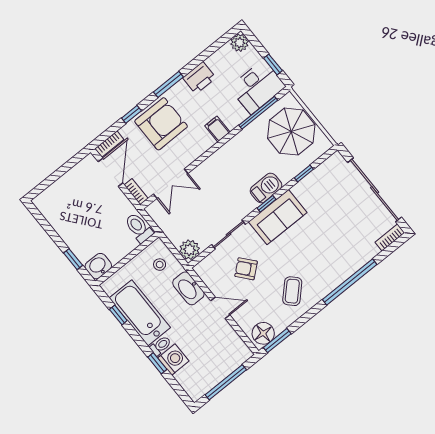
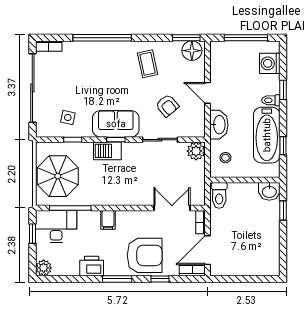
armchair: (161, 124) -> (145, 255), turned 180
side table: (324, 189) -> (68, 117), added
coffee table: (292, 291) -> (148, 64), turned -57
washing machine: (173, 360) -> (270, 63), moved

